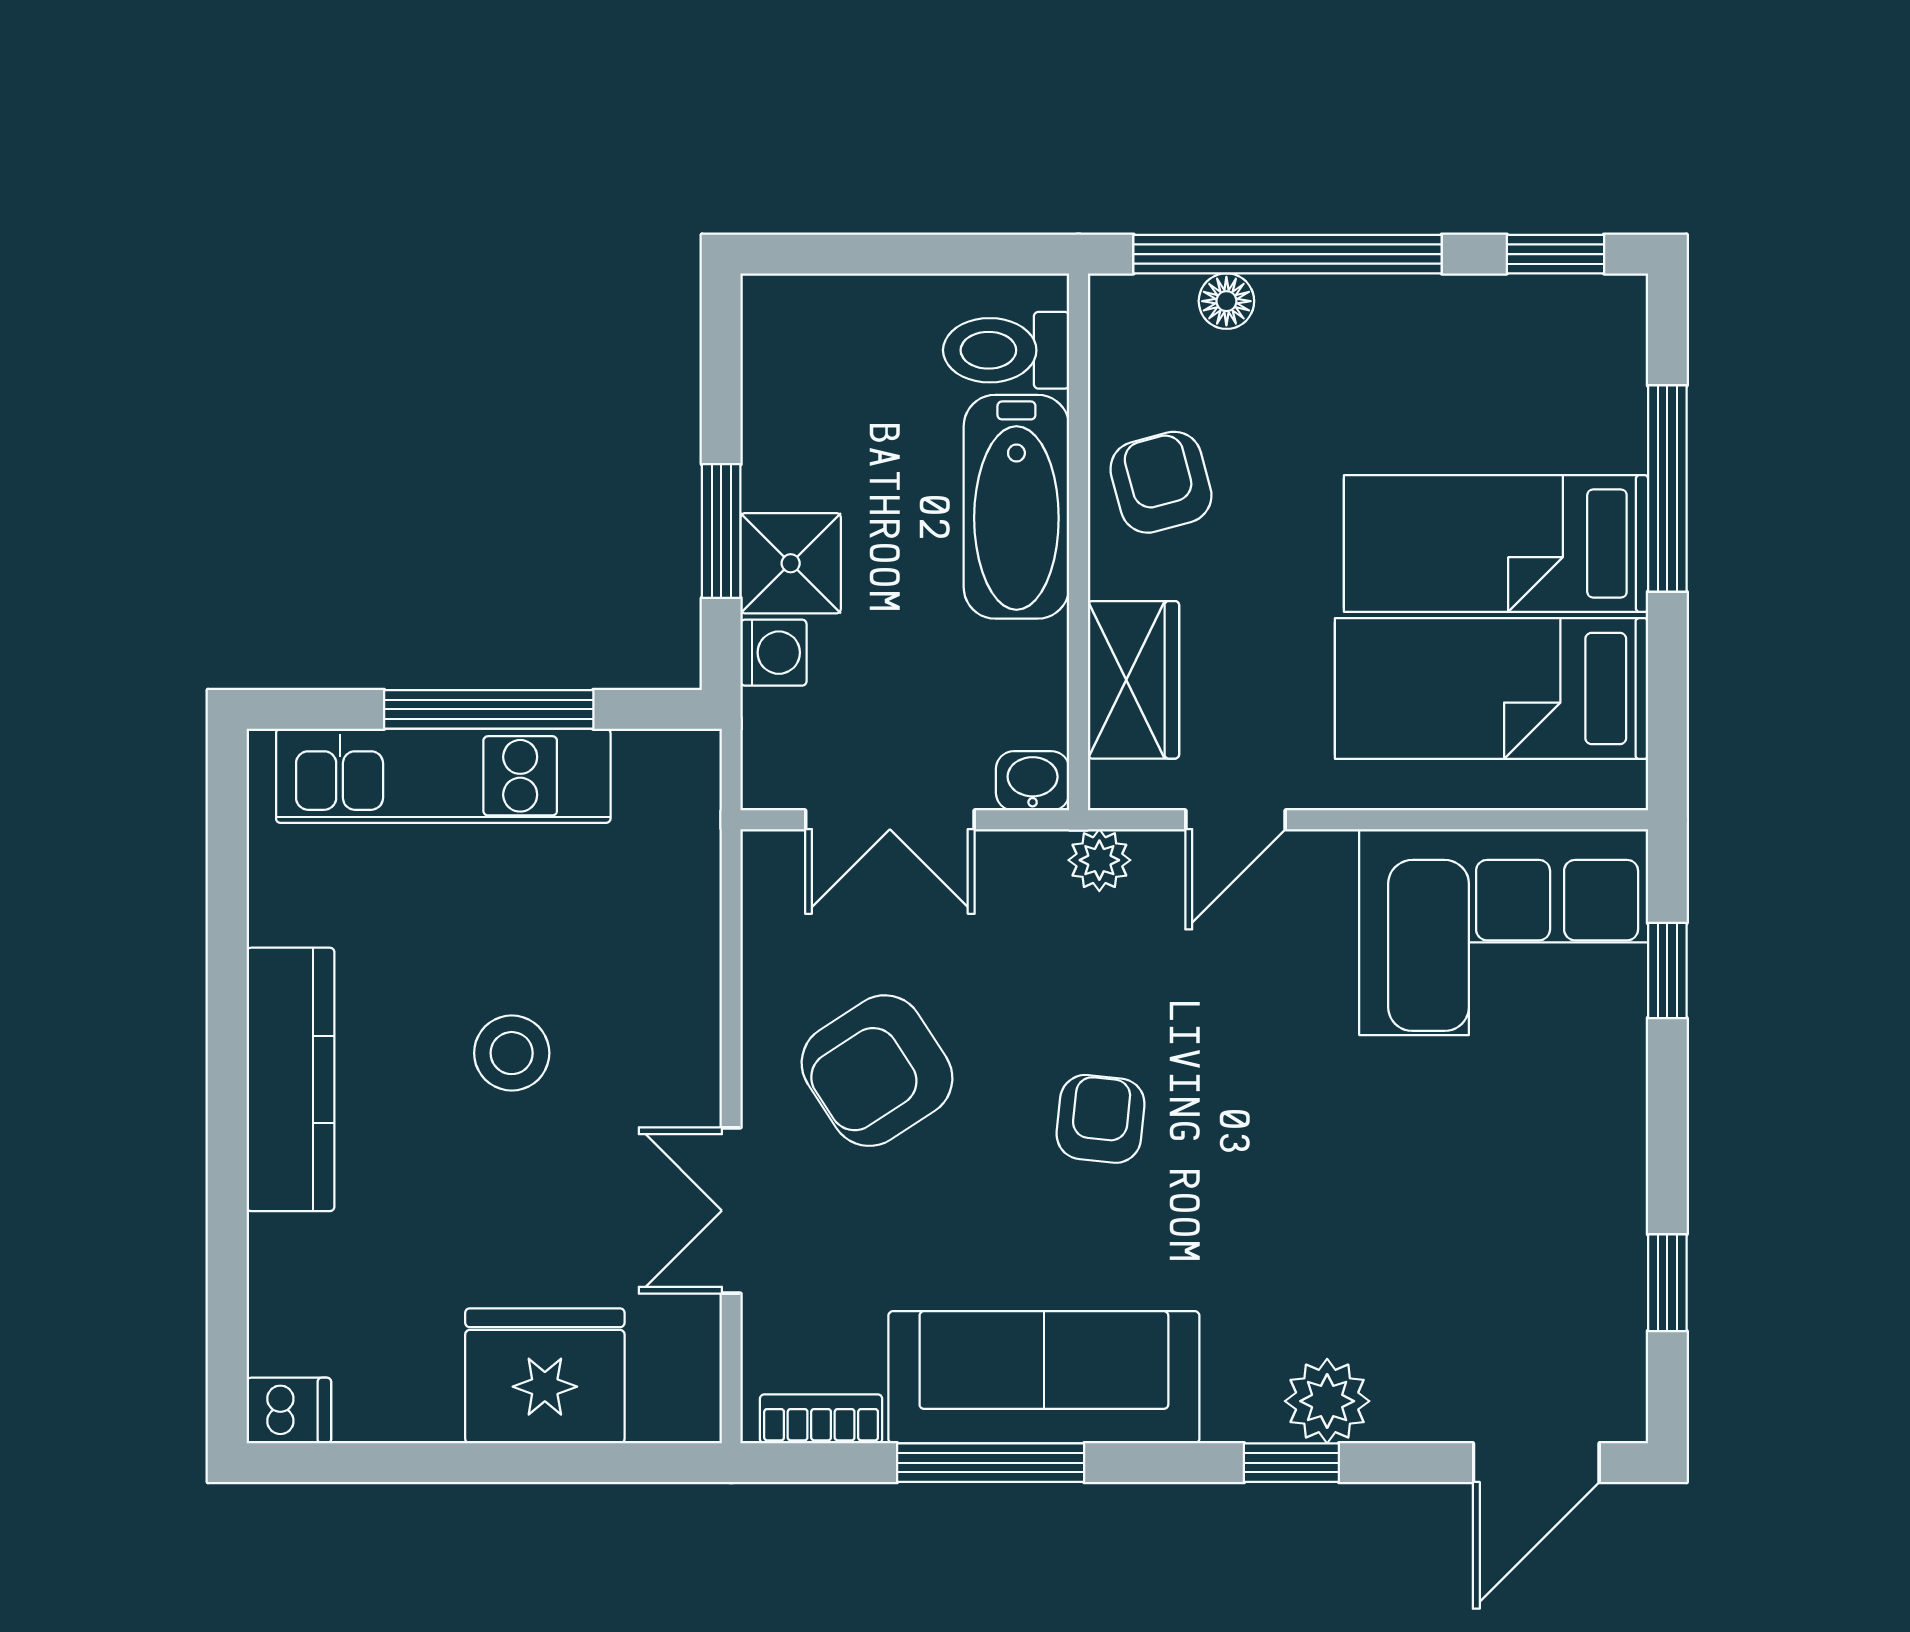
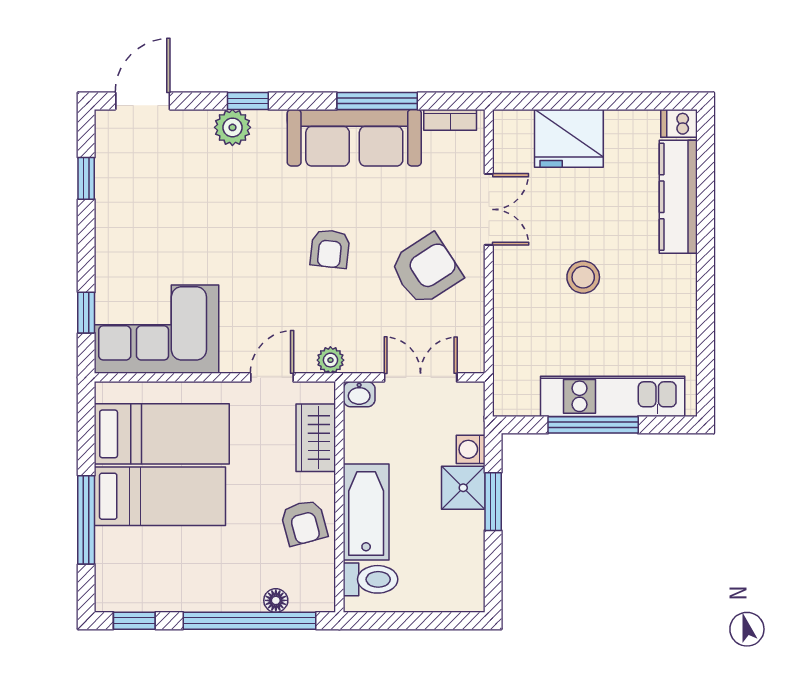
kitchen counter: (290, 1079) -> (678, 197), moved

